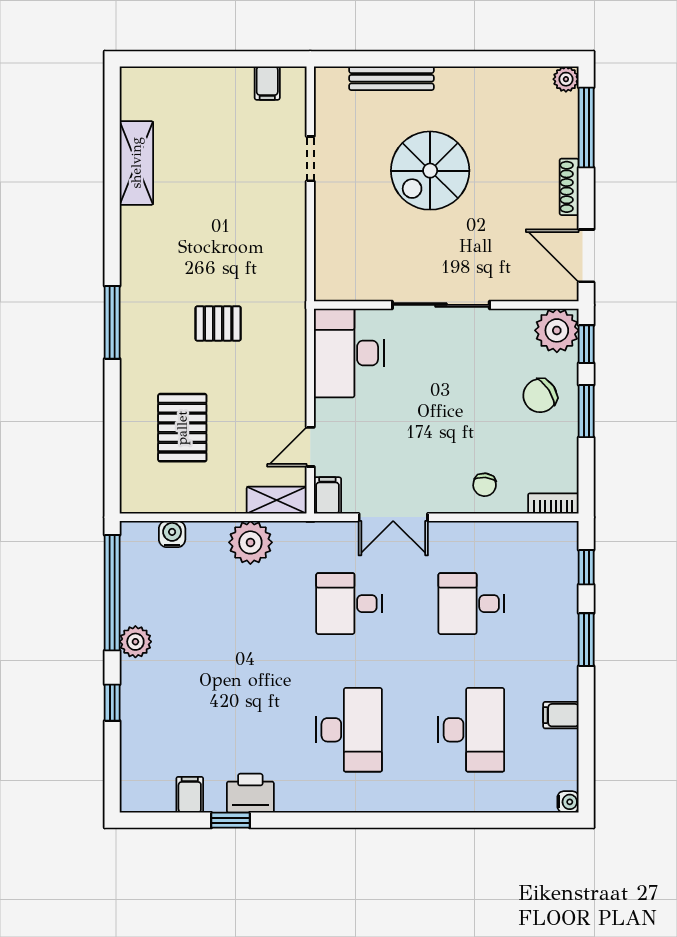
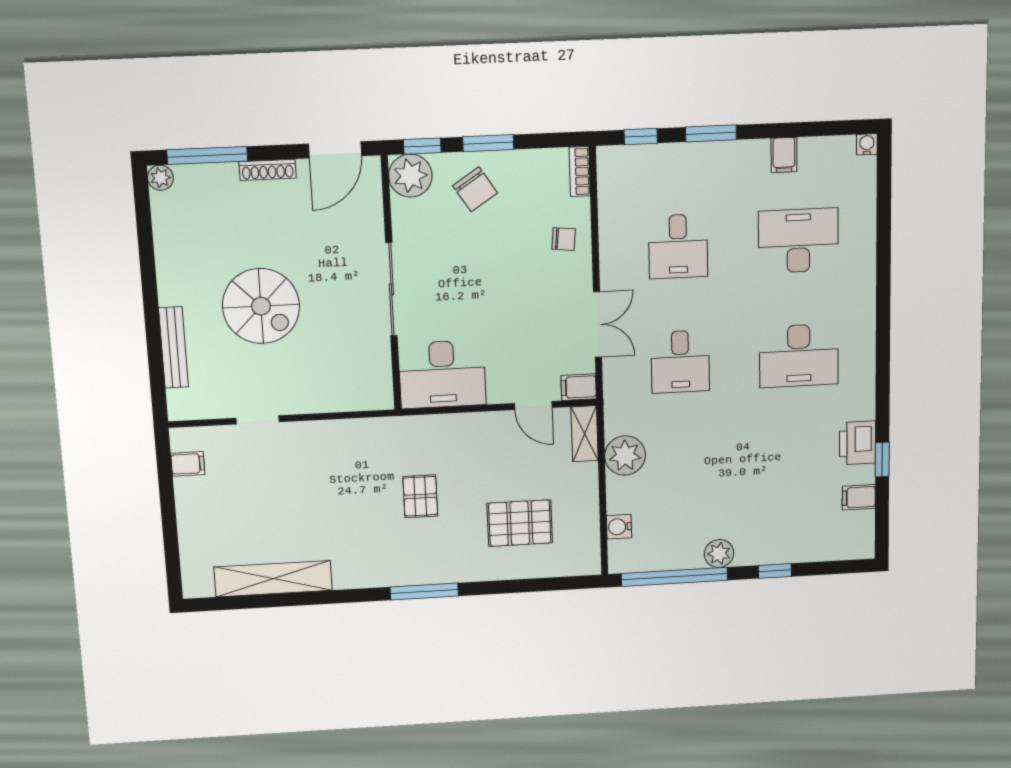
shelving: (136, 163) -> (273, 579), width x1.47
desk: (349, 730) -> (799, 356), turned 180

